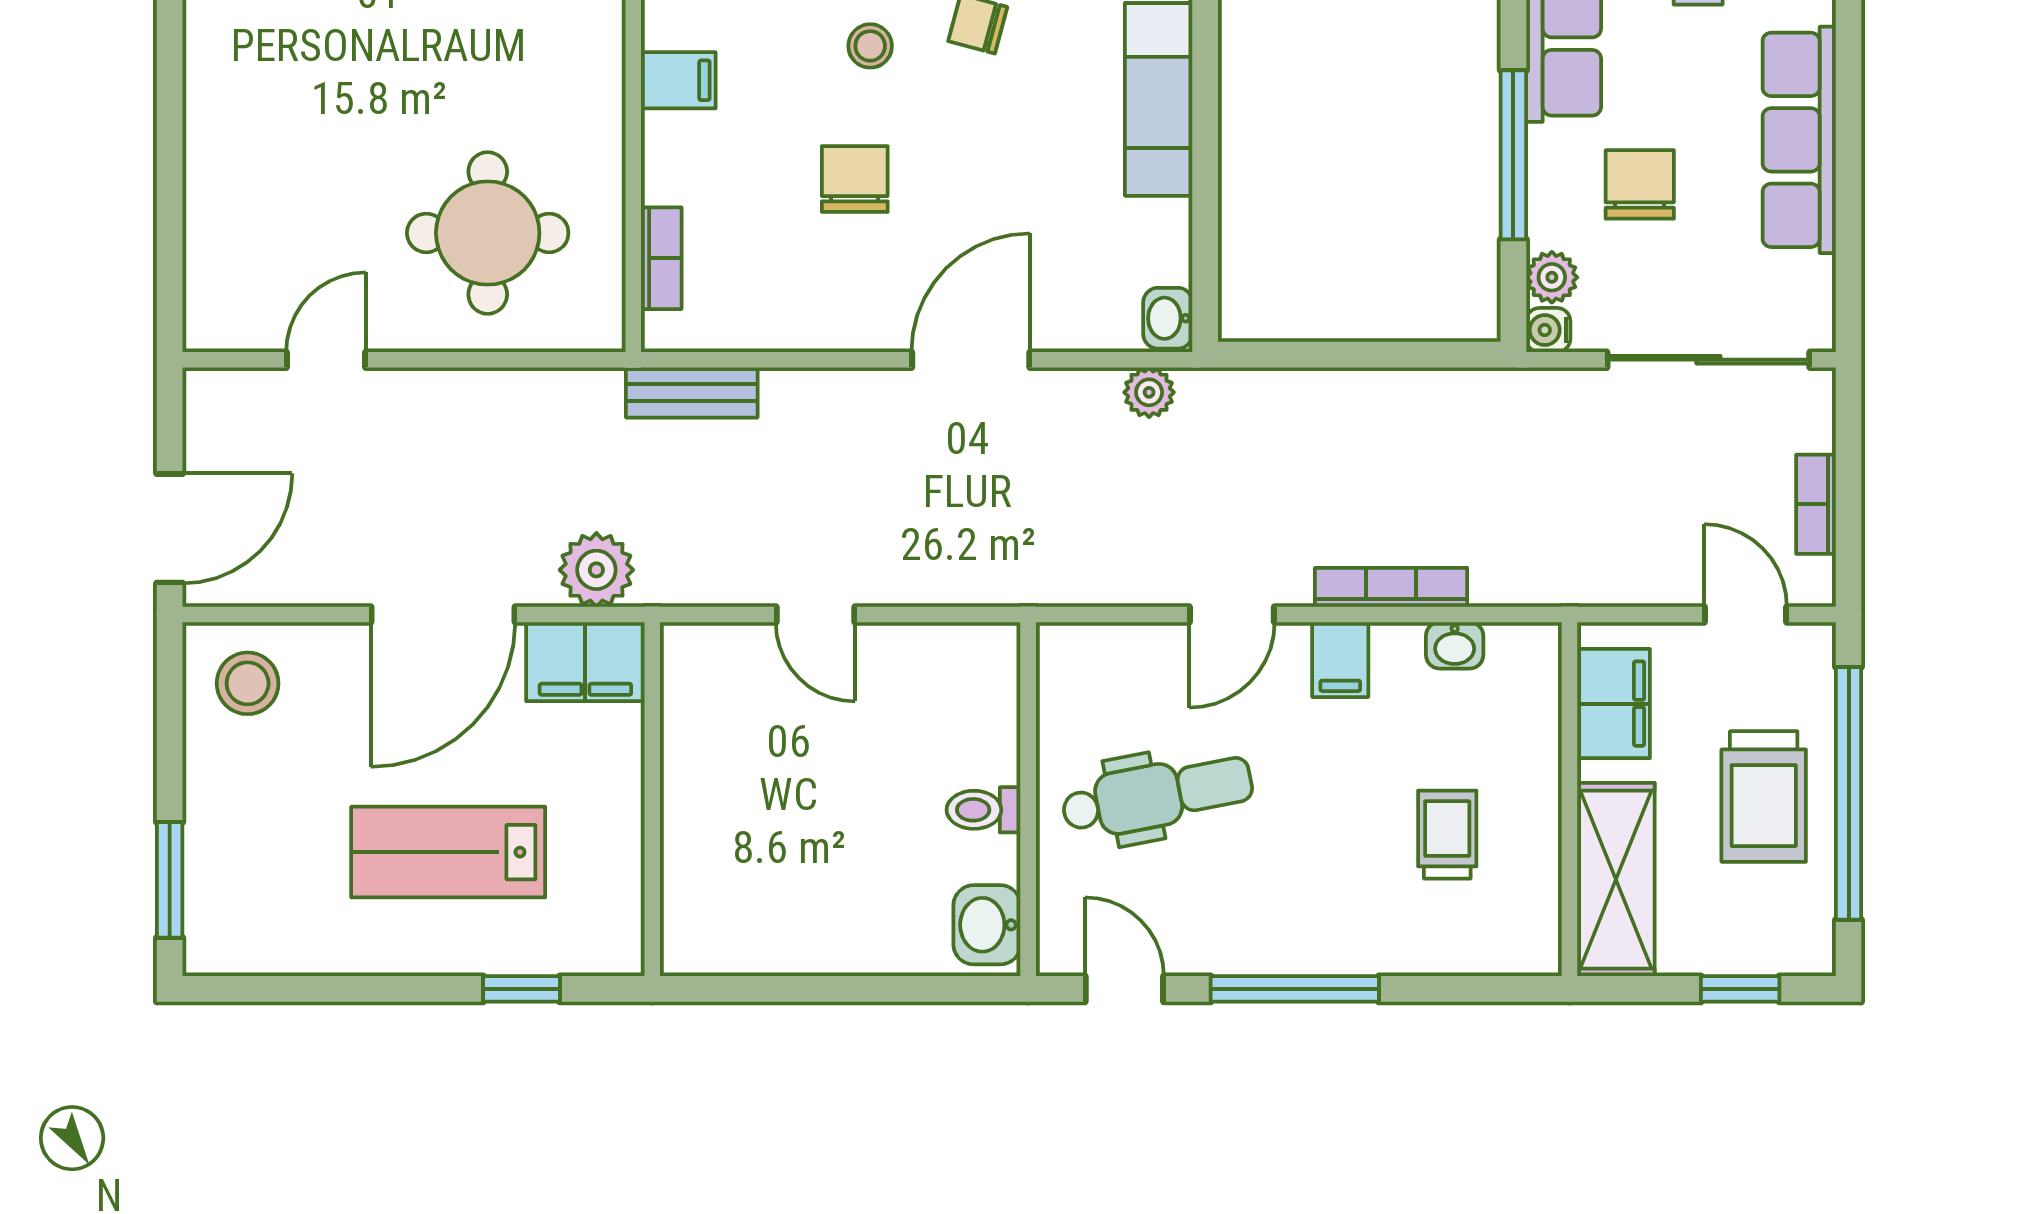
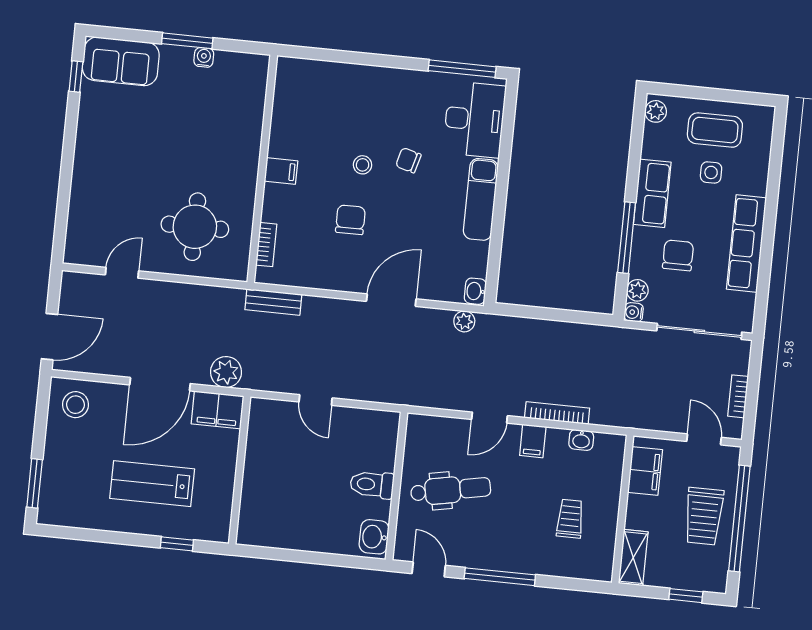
toilet: (984, 810) -> (372, 485), width x1.37, depth x1.39
shelving: (1616, 880) -> (633, 558), width x0.67, depth x0.75

